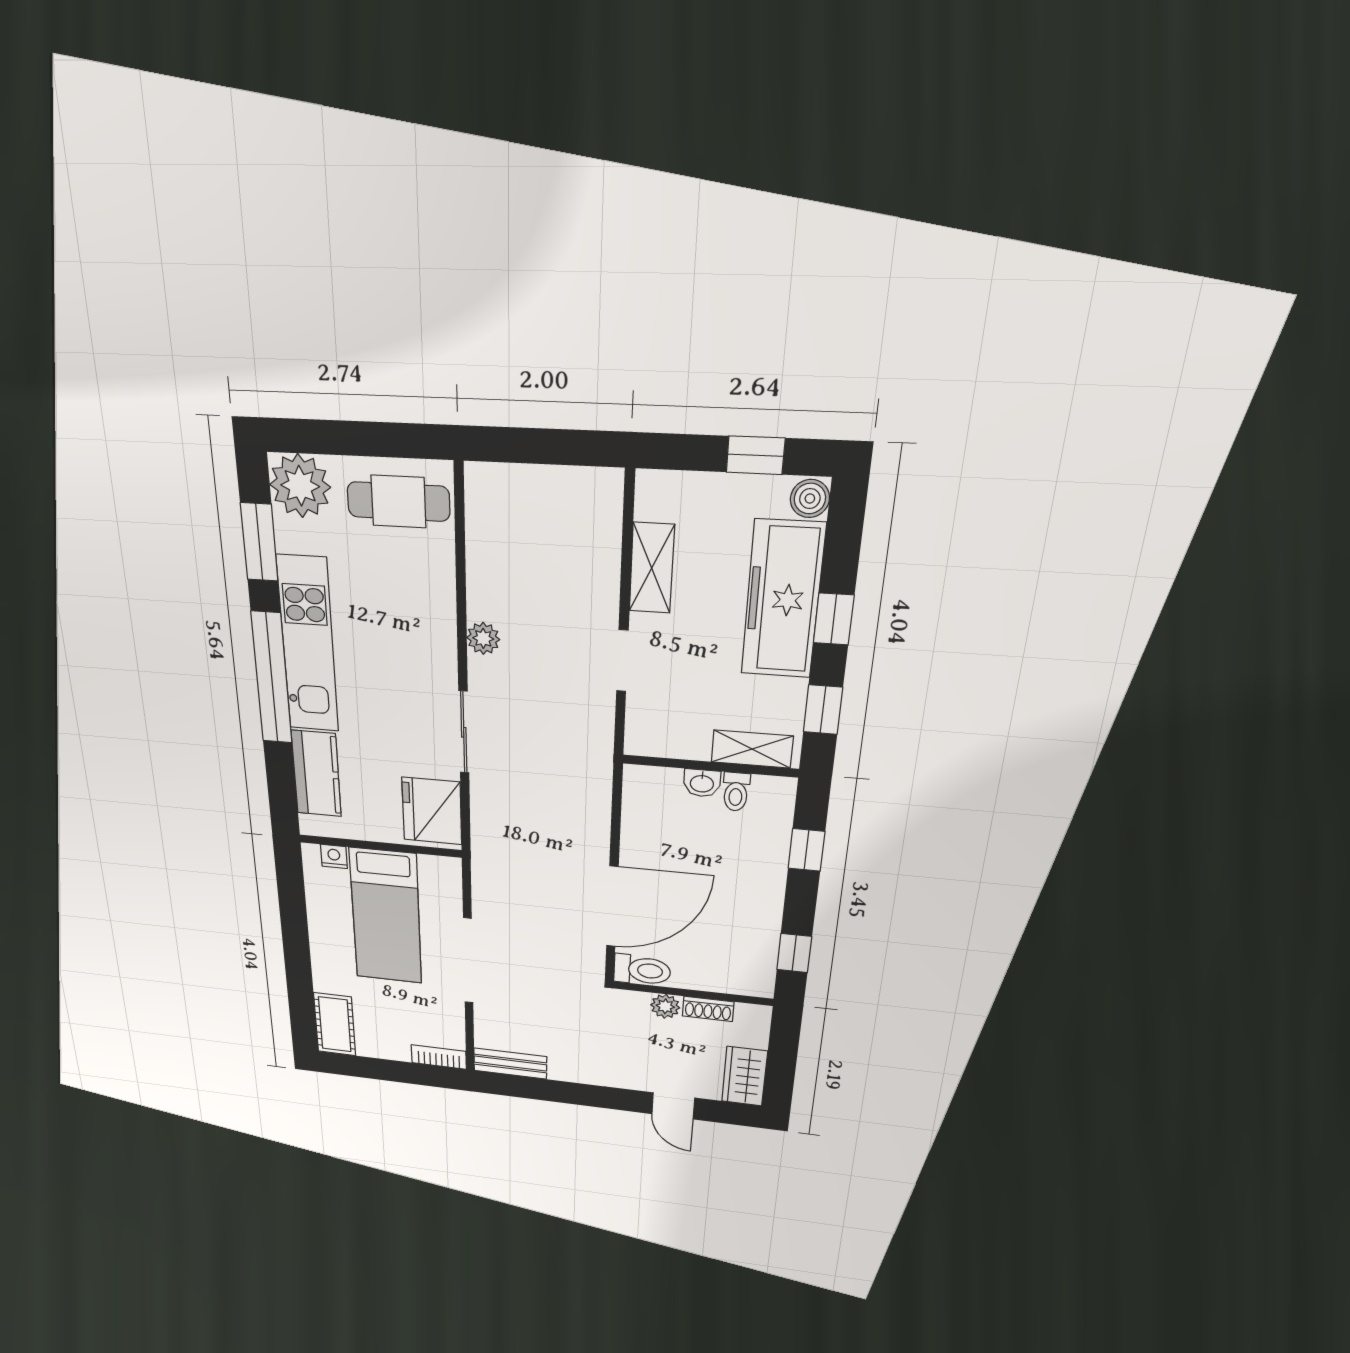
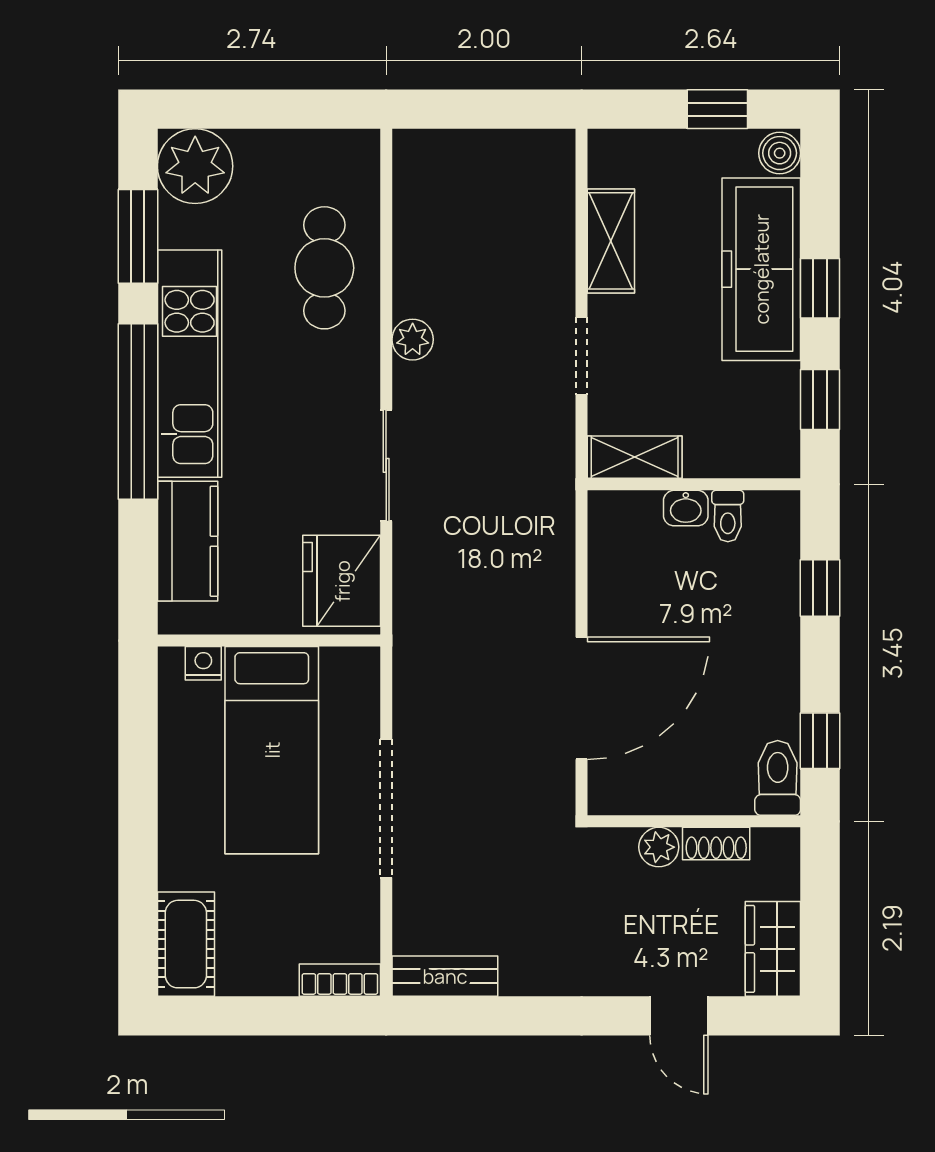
cafe table: (398, 502) -> (324, 268), moved, turned 90
shelving: (752, 749) -> (635, 457), moved
toilet: (642, 970) -> (778, 778), moved, turned -90

